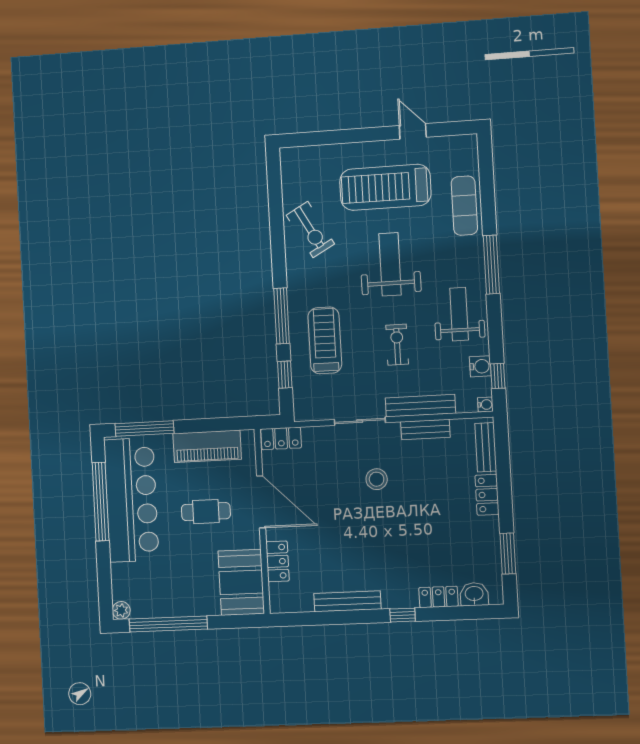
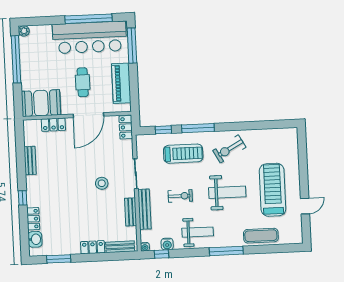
exercise bike: (310, 230) -> (229, 149), moved
bench: (347, 601) -> (30, 161), width x0.73

